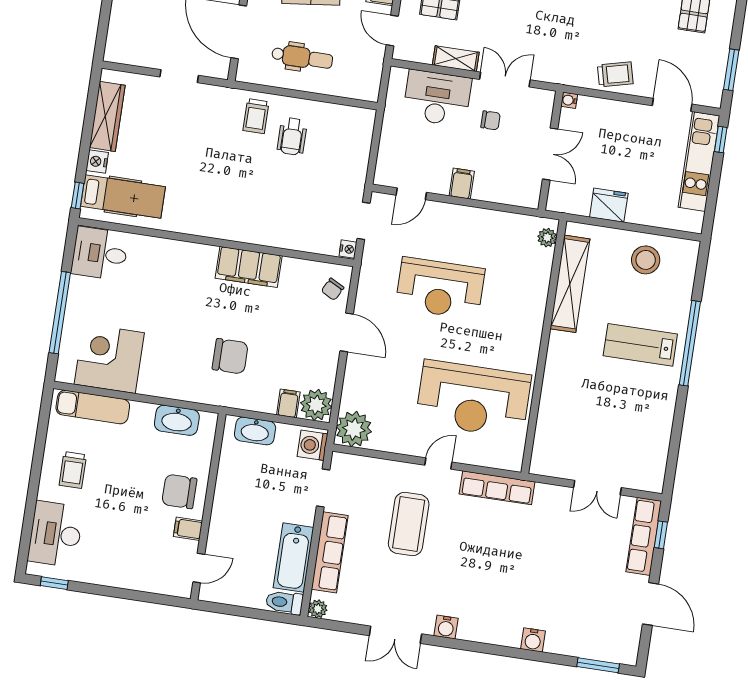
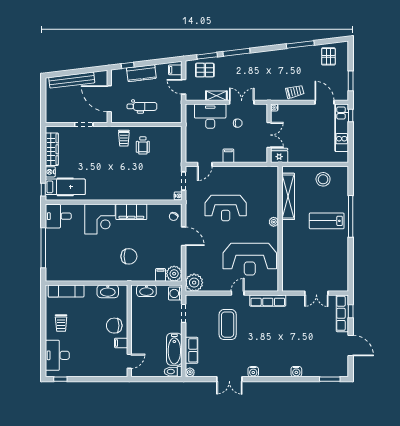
fridge: (609, 205) -> (279, 155), moved
plant: (547, 238) -> (274, 222), moved
corner desk: (109, 358) -> (100, 219), moved, turned 180
row of seats: (330, 552) -> (192, 350), width x0.68

